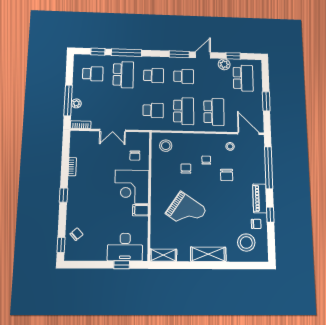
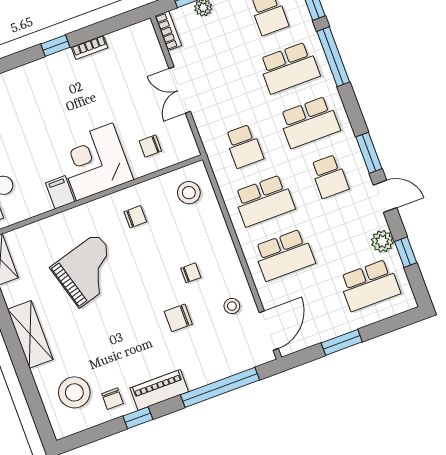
school desk: (154, 76) -> (309, 122), width x1.85
chair: (186, 169) -> (135, 217), moved
window: (63, 195) -> (55, 46), moved
grand piano: (186, 211) -> (88, 271), turned -140

